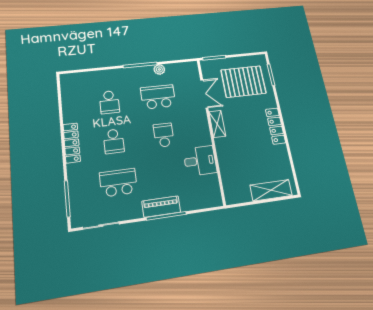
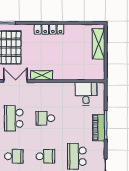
desk: (200, 161) -> (86, 94), moved

